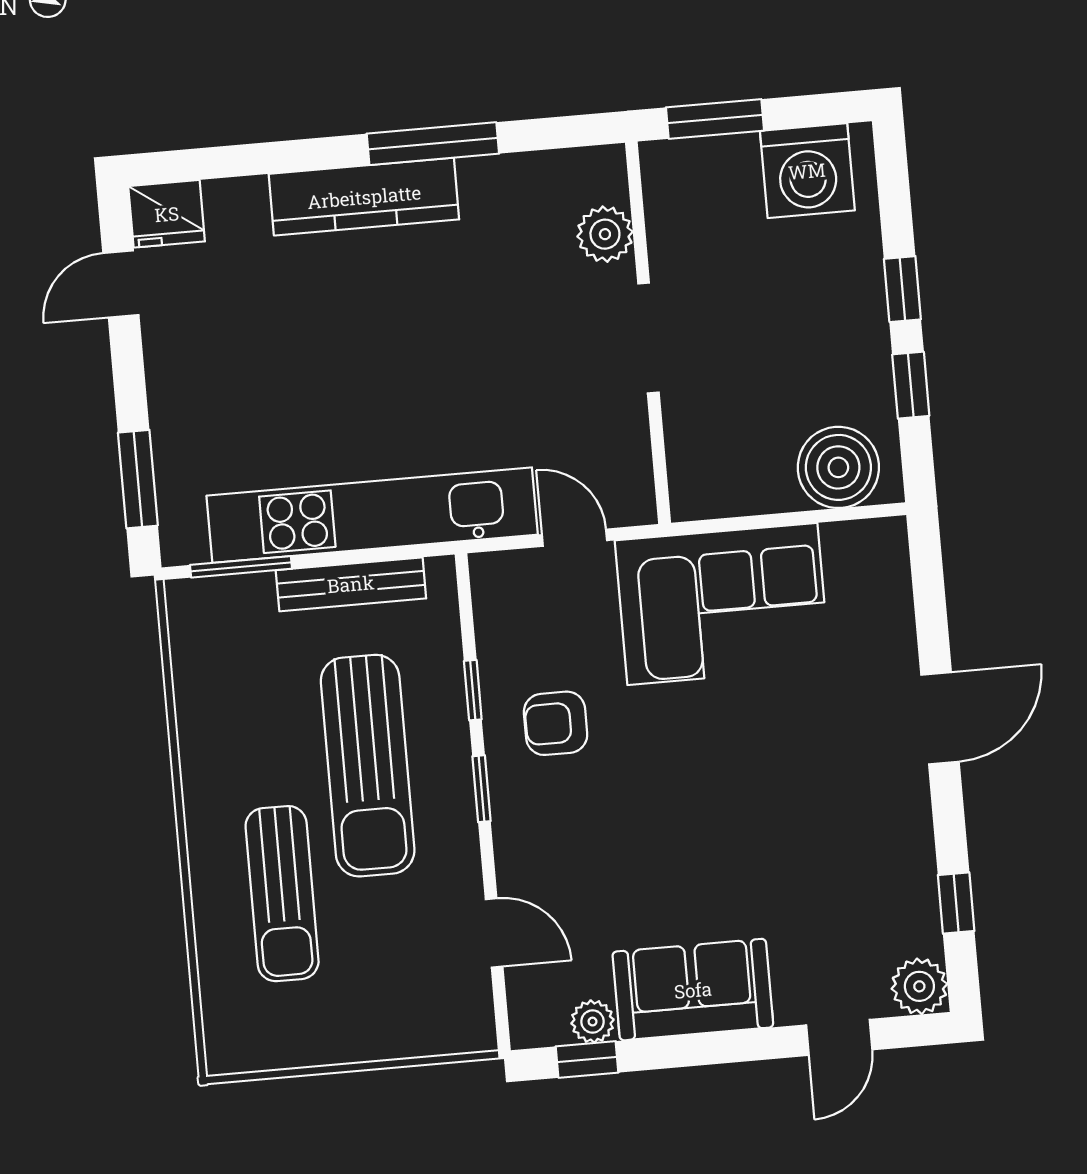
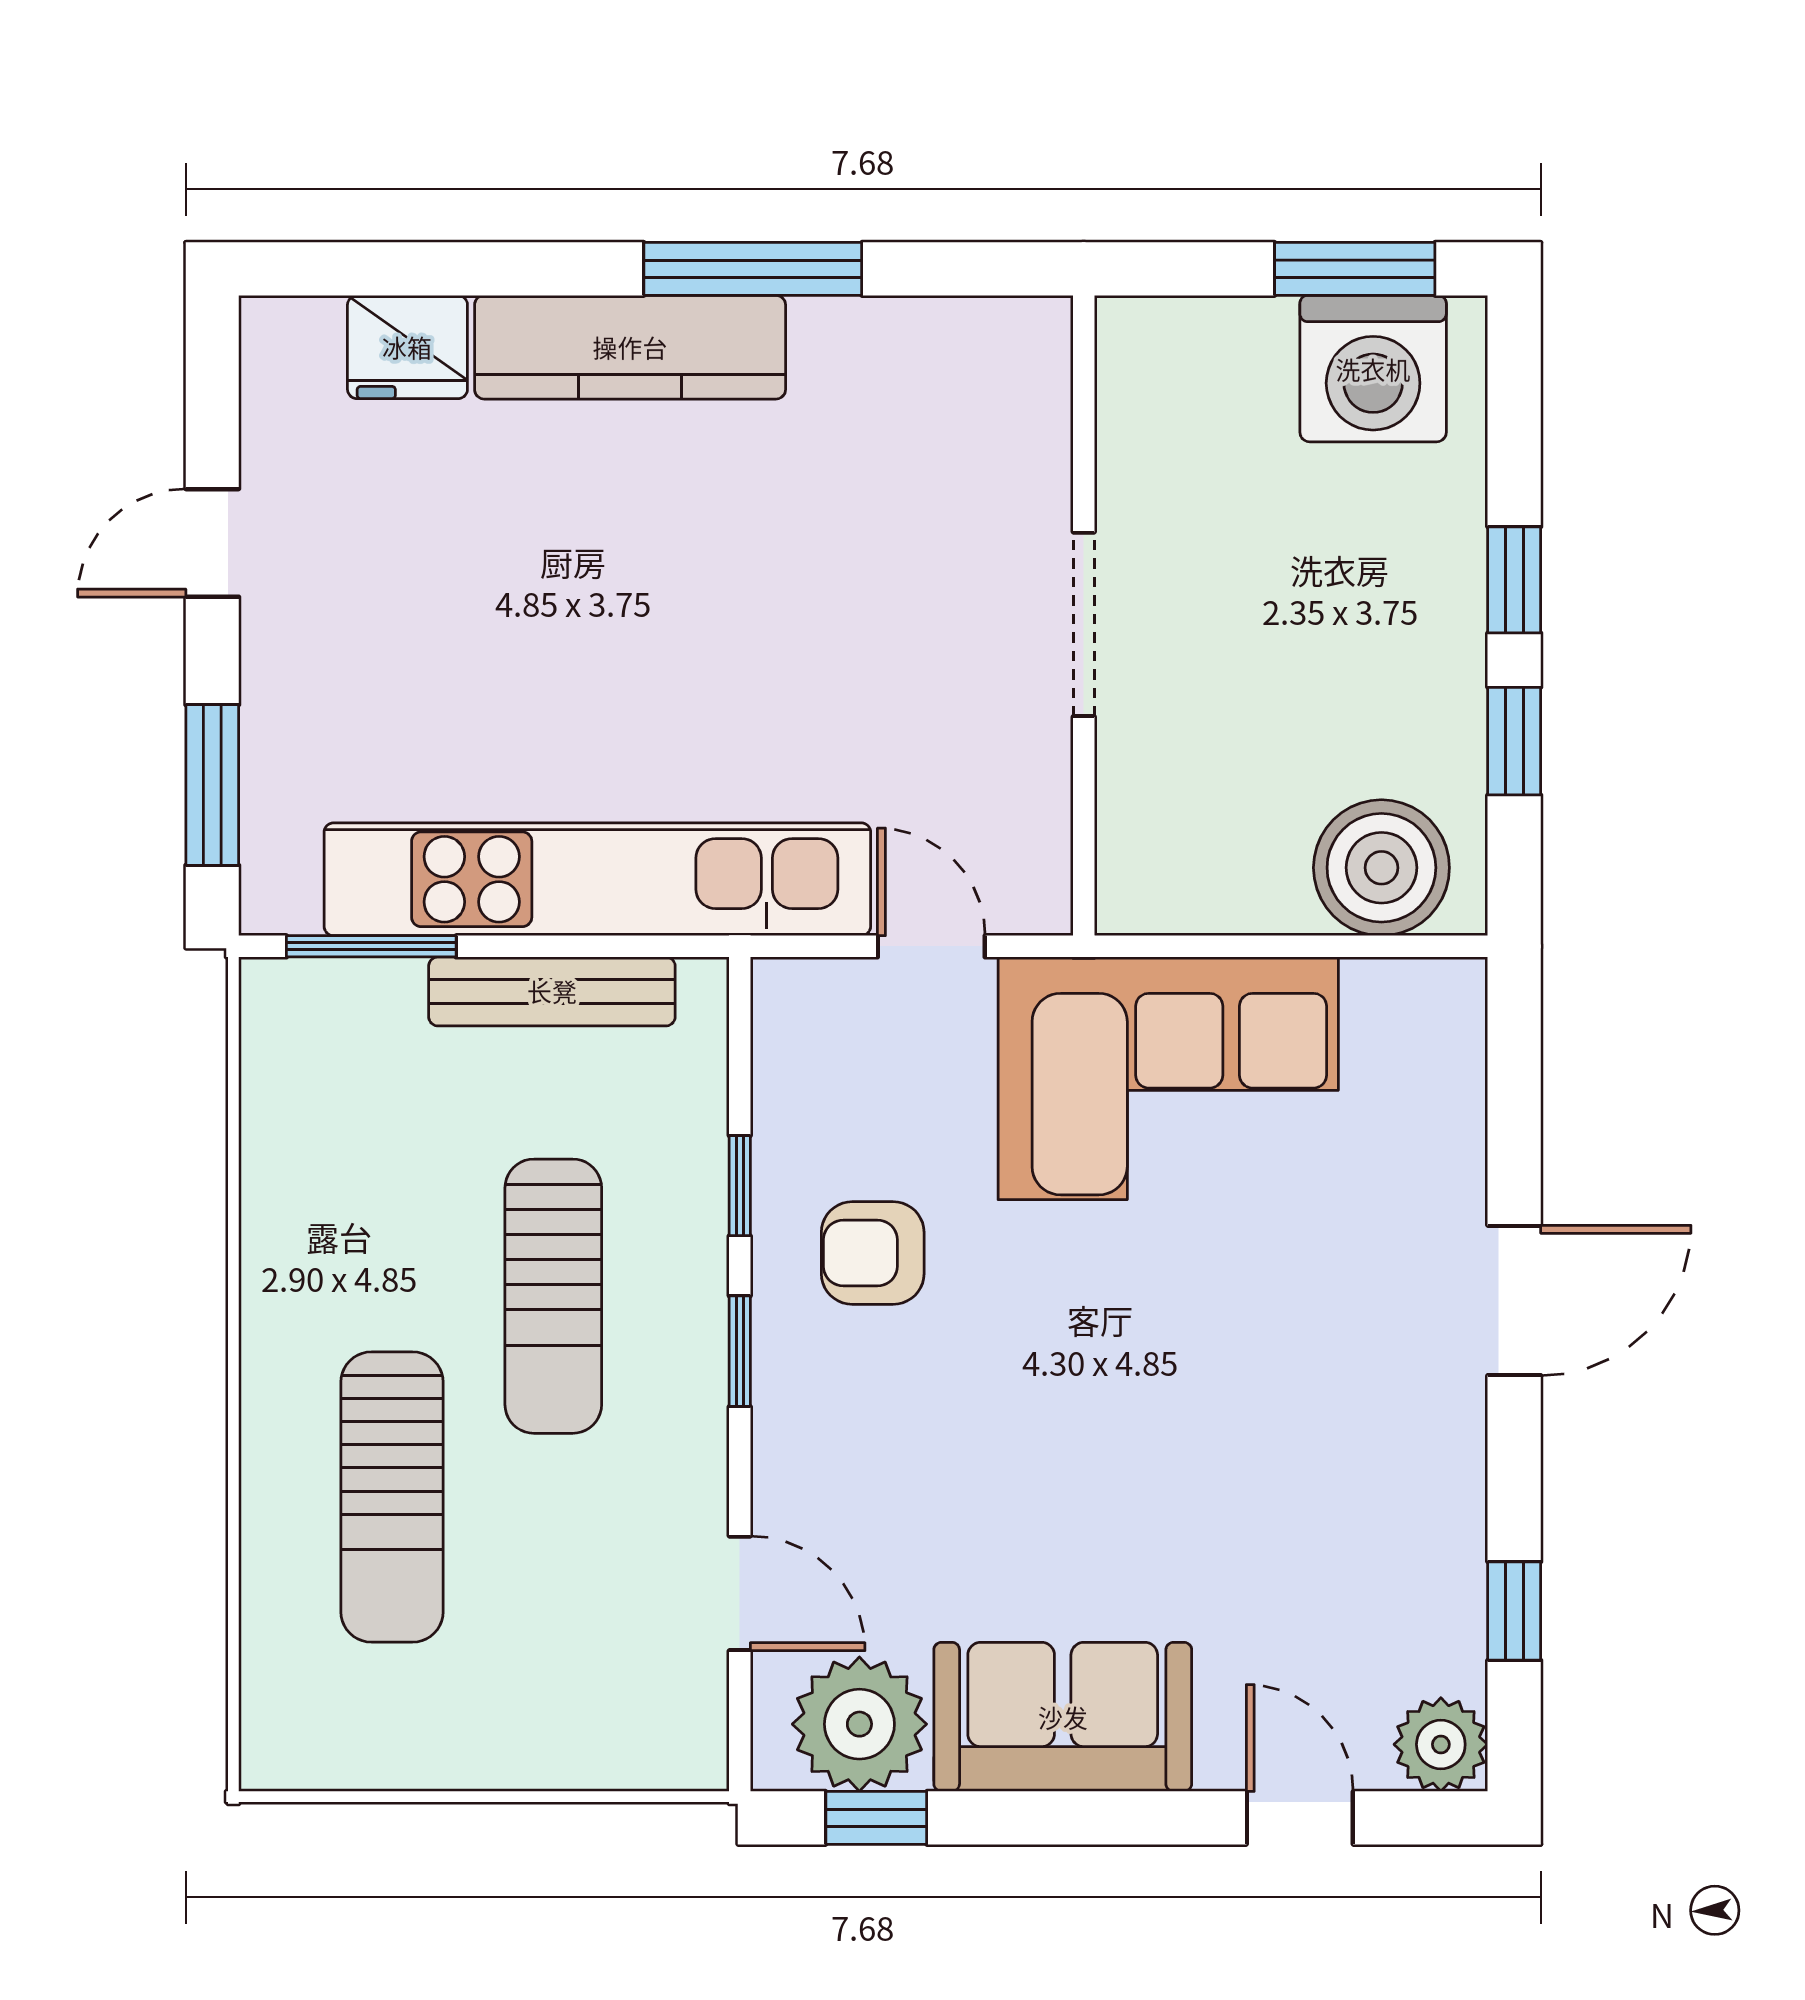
window: (715, 119) -> (1355, 269), moved
fridge: (167, 214) -> (407, 347), moved
plant: (605, 234) -> (1026, 445), removed
door: (121, 284) -> (212, 543), moved
sun lounger: (368, 766) -> (553, 1296), width x0.73, depth x0.75
plant: (593, 1022) -> (859, 1724), width x1.87, depth x1.87
door: (839, 1037) -> (1300, 1818), swing flipped

